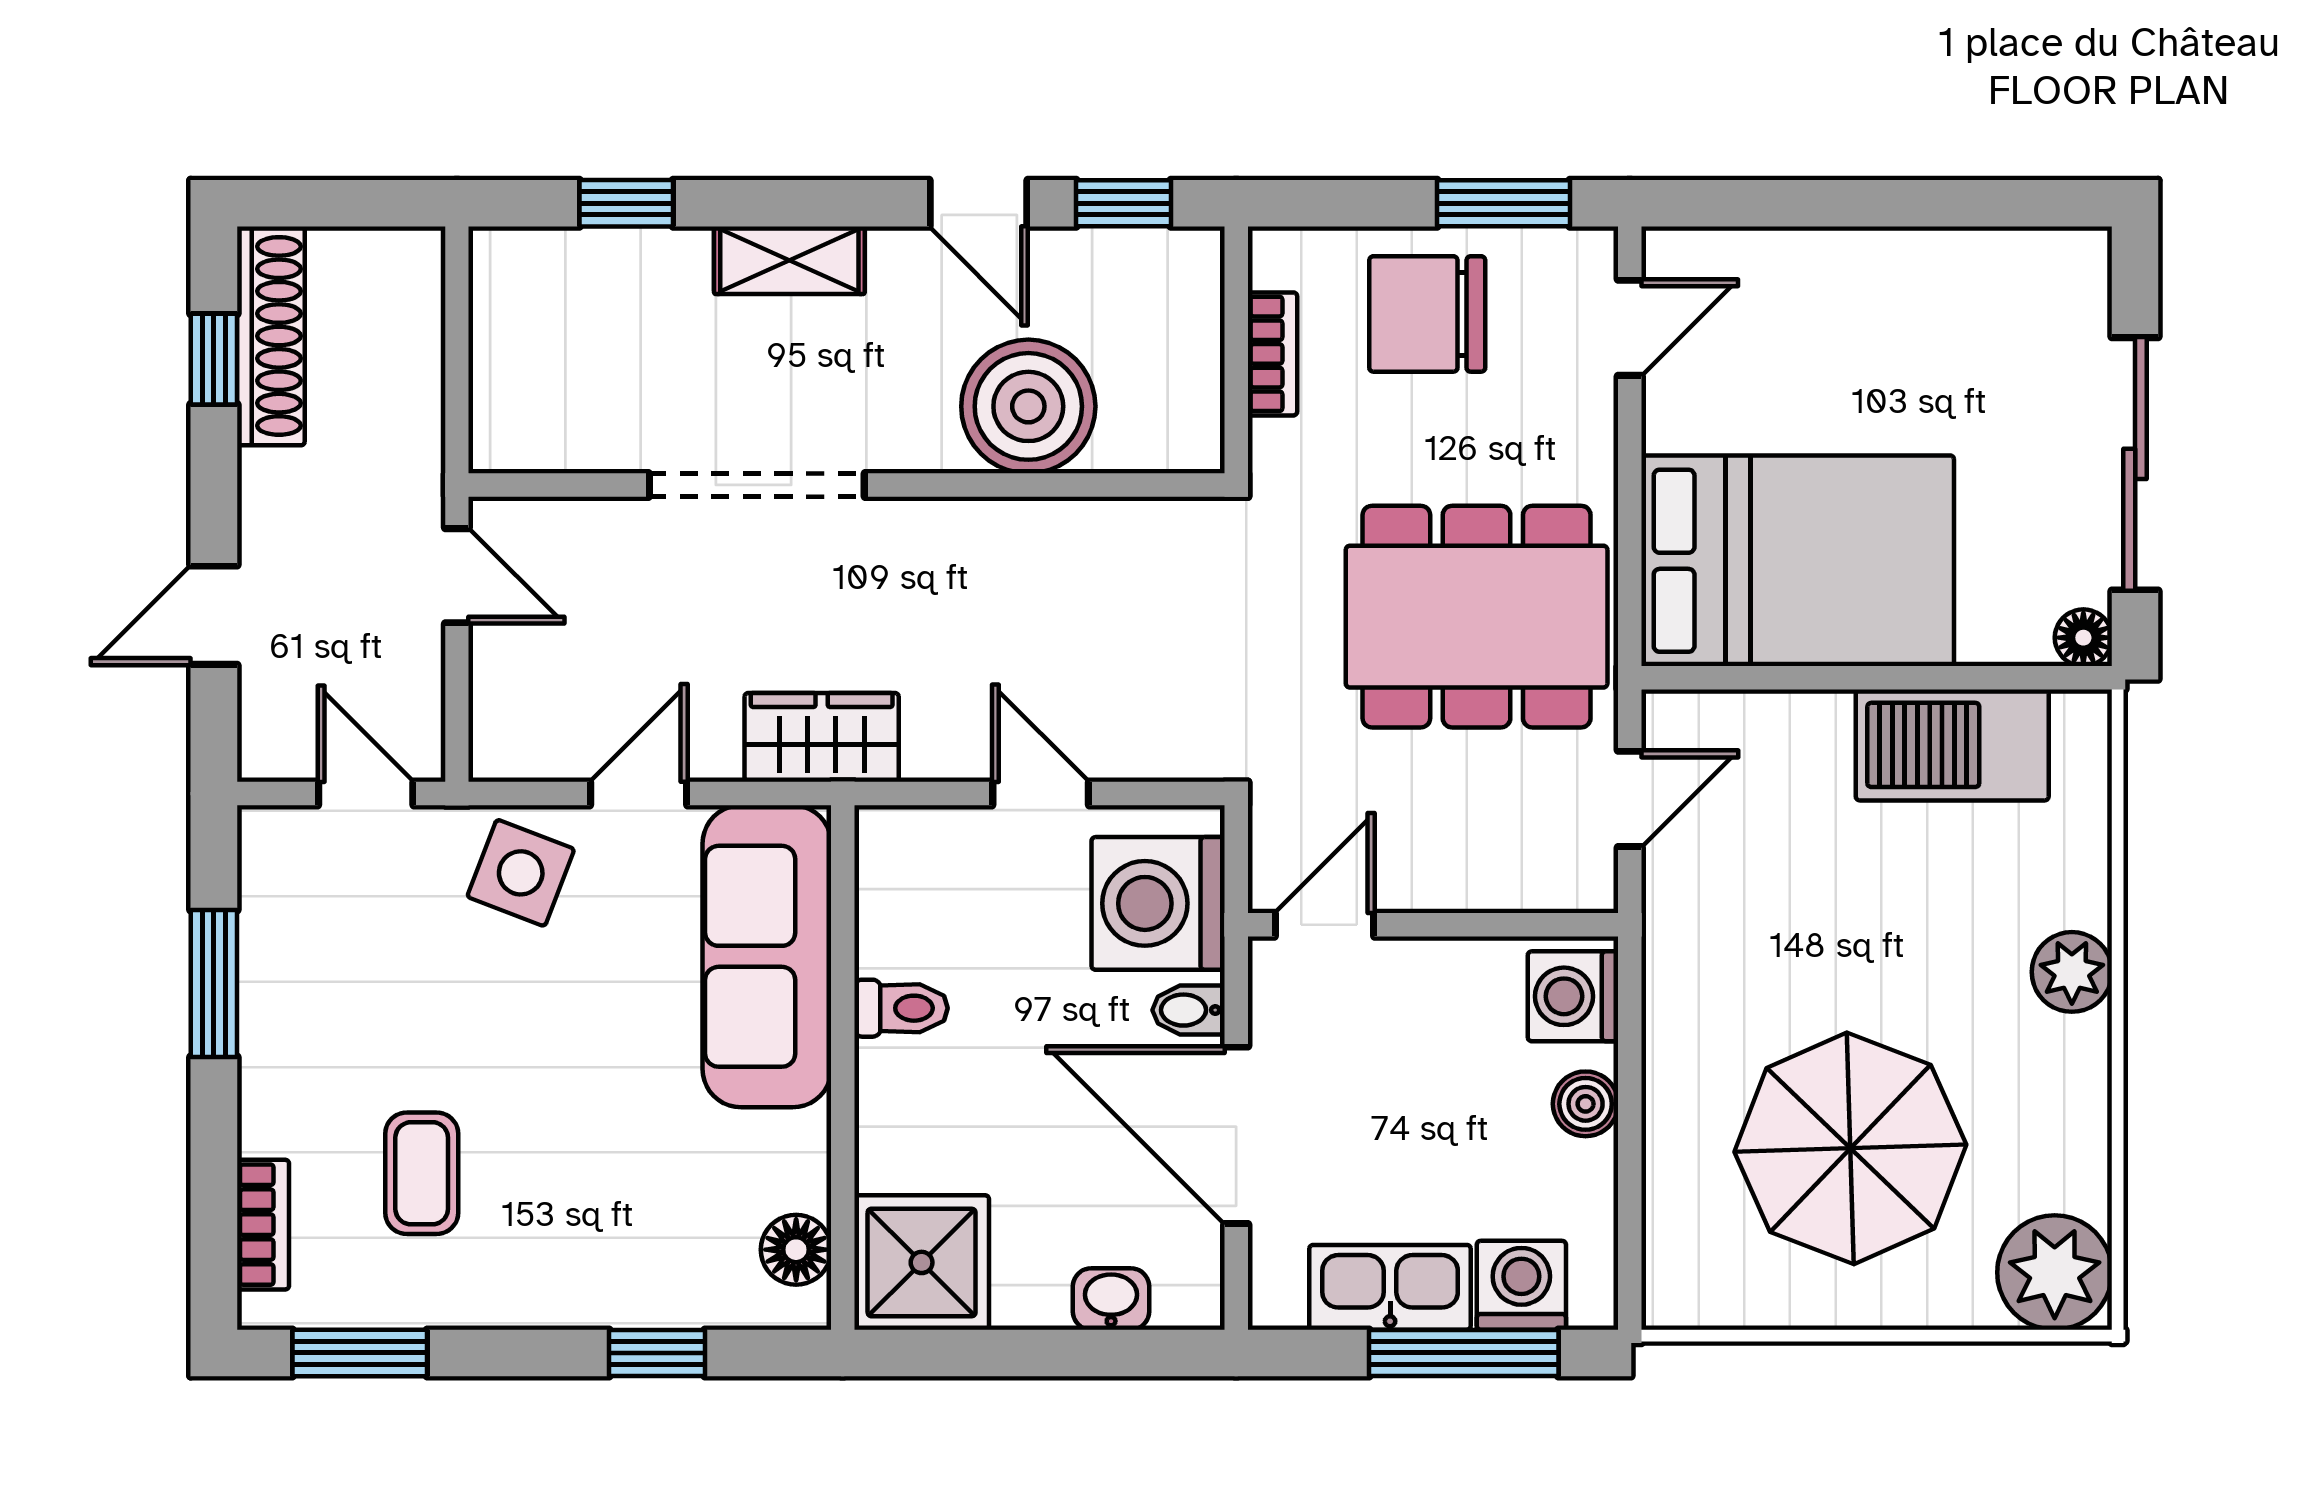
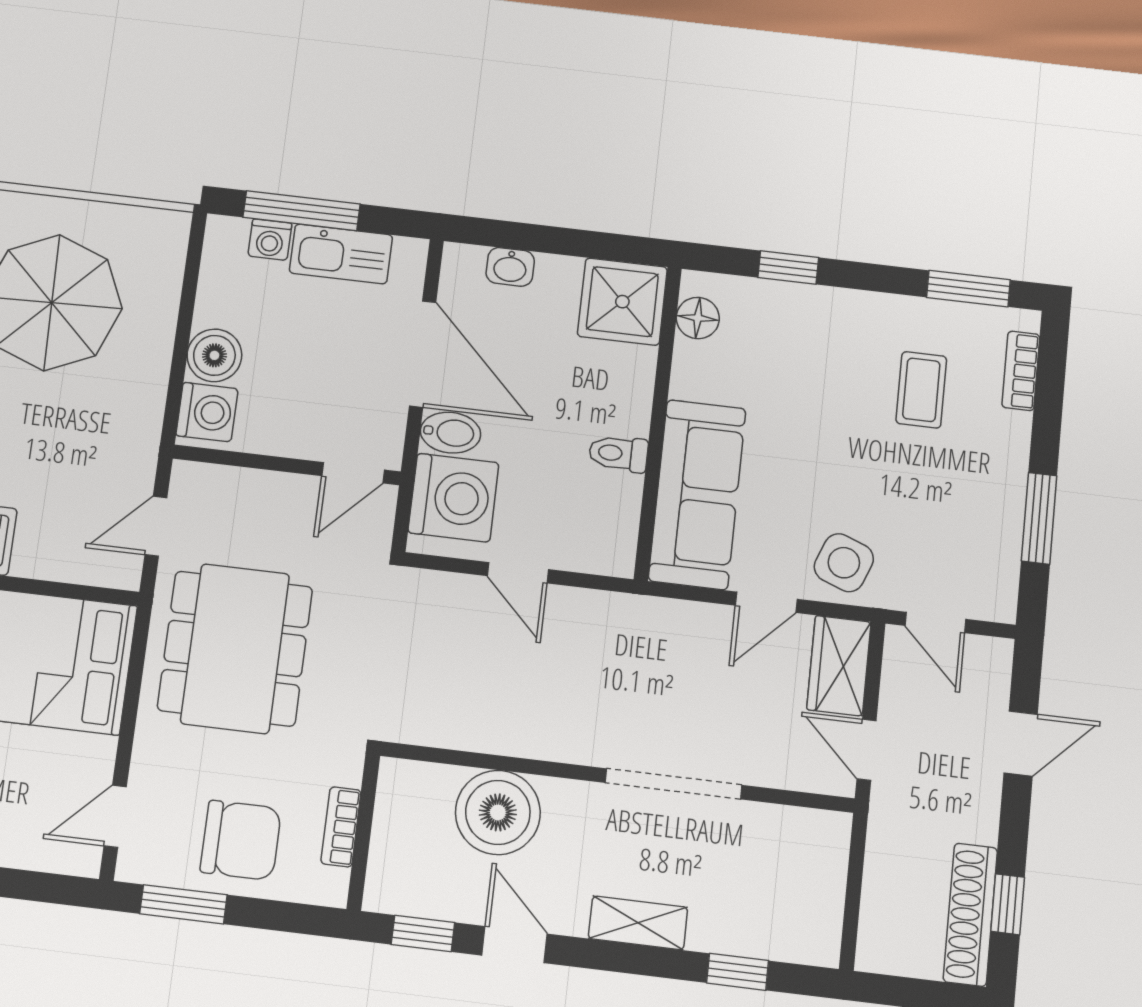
dining table: (1477, 617) -> (235, 648), turned 90
wardrobe: (822, 737) -> (839, 666), moved, turned 90
bidet: (1189, 1010) -> (450, 433), width x1.38, depth x1.36
boiler: (1586, 1104) -> (214, 355), width x1.36, depth x1.36
washing machine: (1521, 1285) -> (270, 240), width x0.73, depth x0.73

